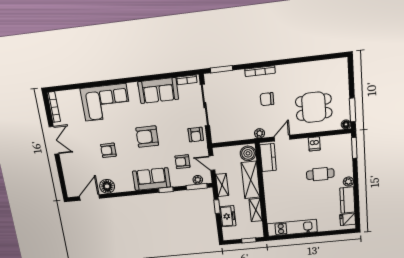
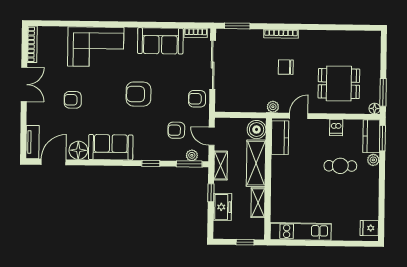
armchair: (196, 135) -> (197, 99), turned 90
armchair: (108, 150) -> (73, 100), moved
sofa: (152, 179) -> (111, 147), moved
plant: (348, 182) -> (373, 160), moved
tv unit: (70, 184) -> (33, 142), added
kitchen counter: (347, 200) -> (371, 136), moved

